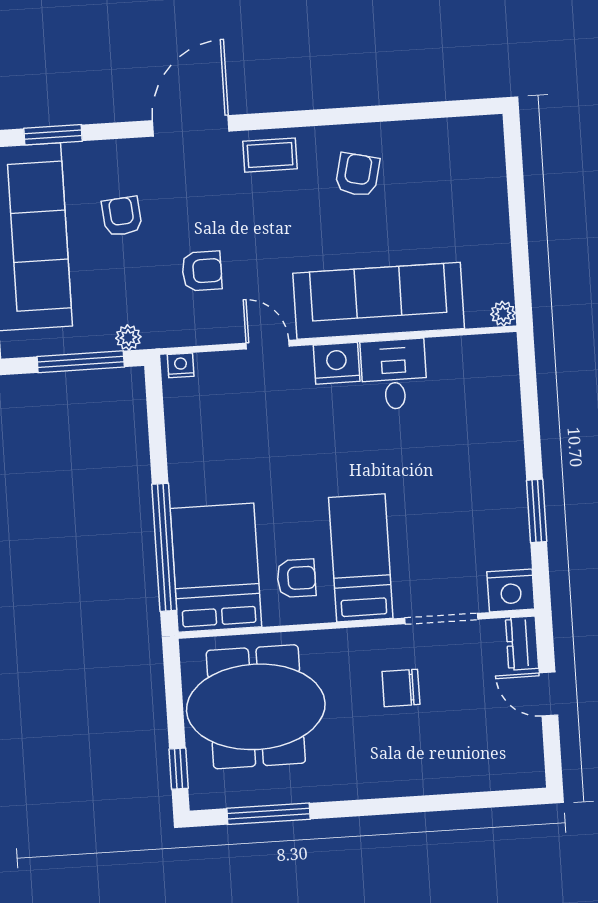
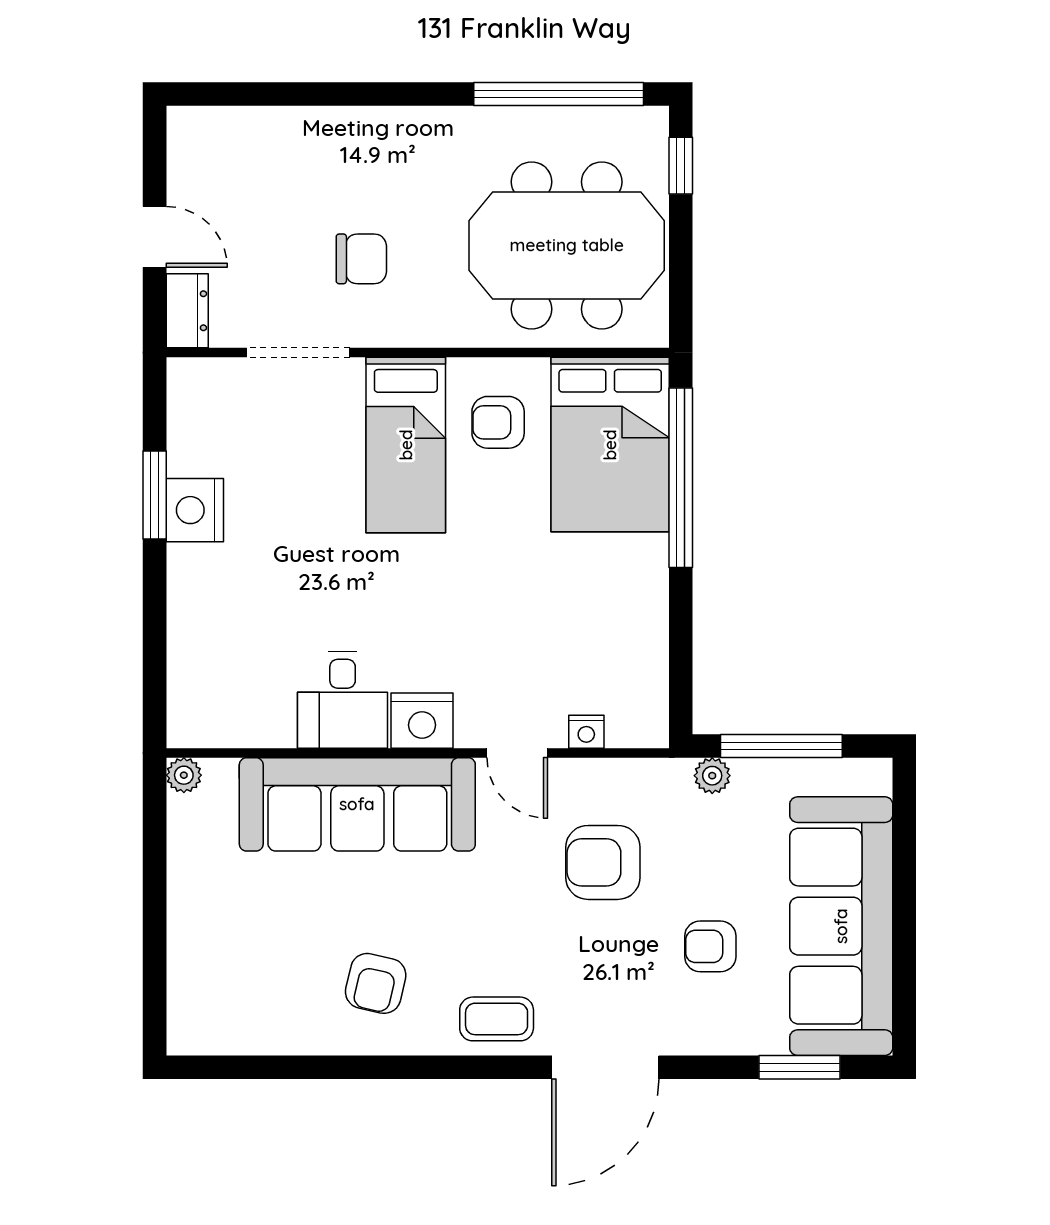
armchair: (122, 216) -> (710, 946), turned 95
armchair: (202, 271) -> (603, 862), width x1.38, depth x1.38
nightstand: (181, 365) -> (586, 732), moved
nightstand: (511, 590) -> (195, 510), moved, turned -90
window: (268, 814) -> (559, 94), width x1.46

